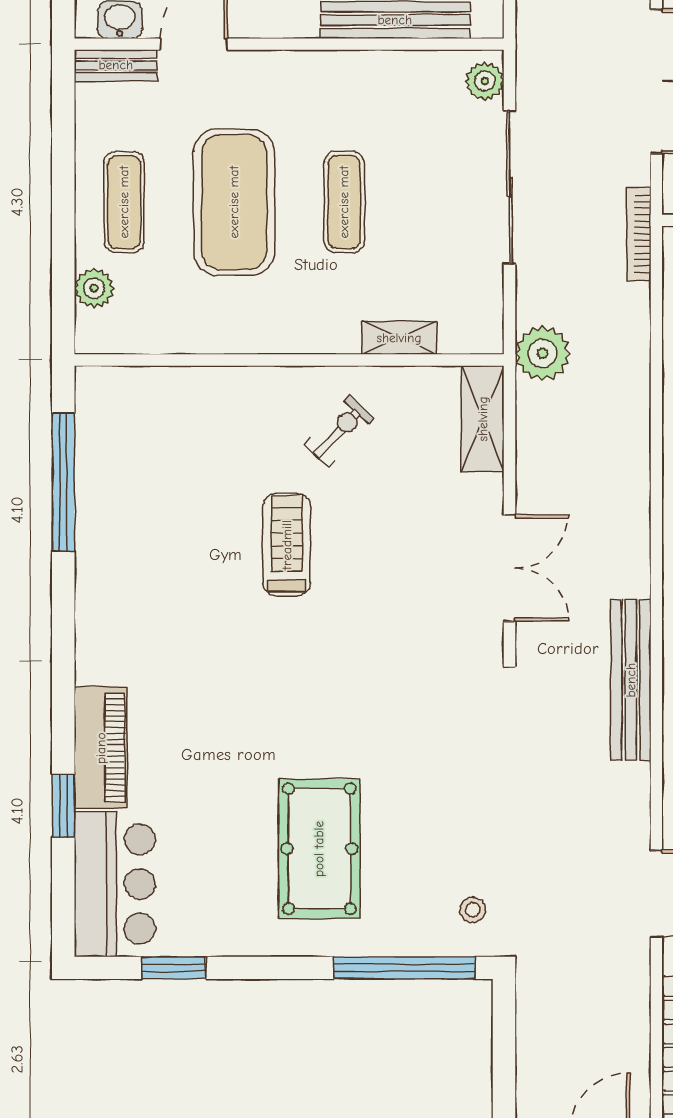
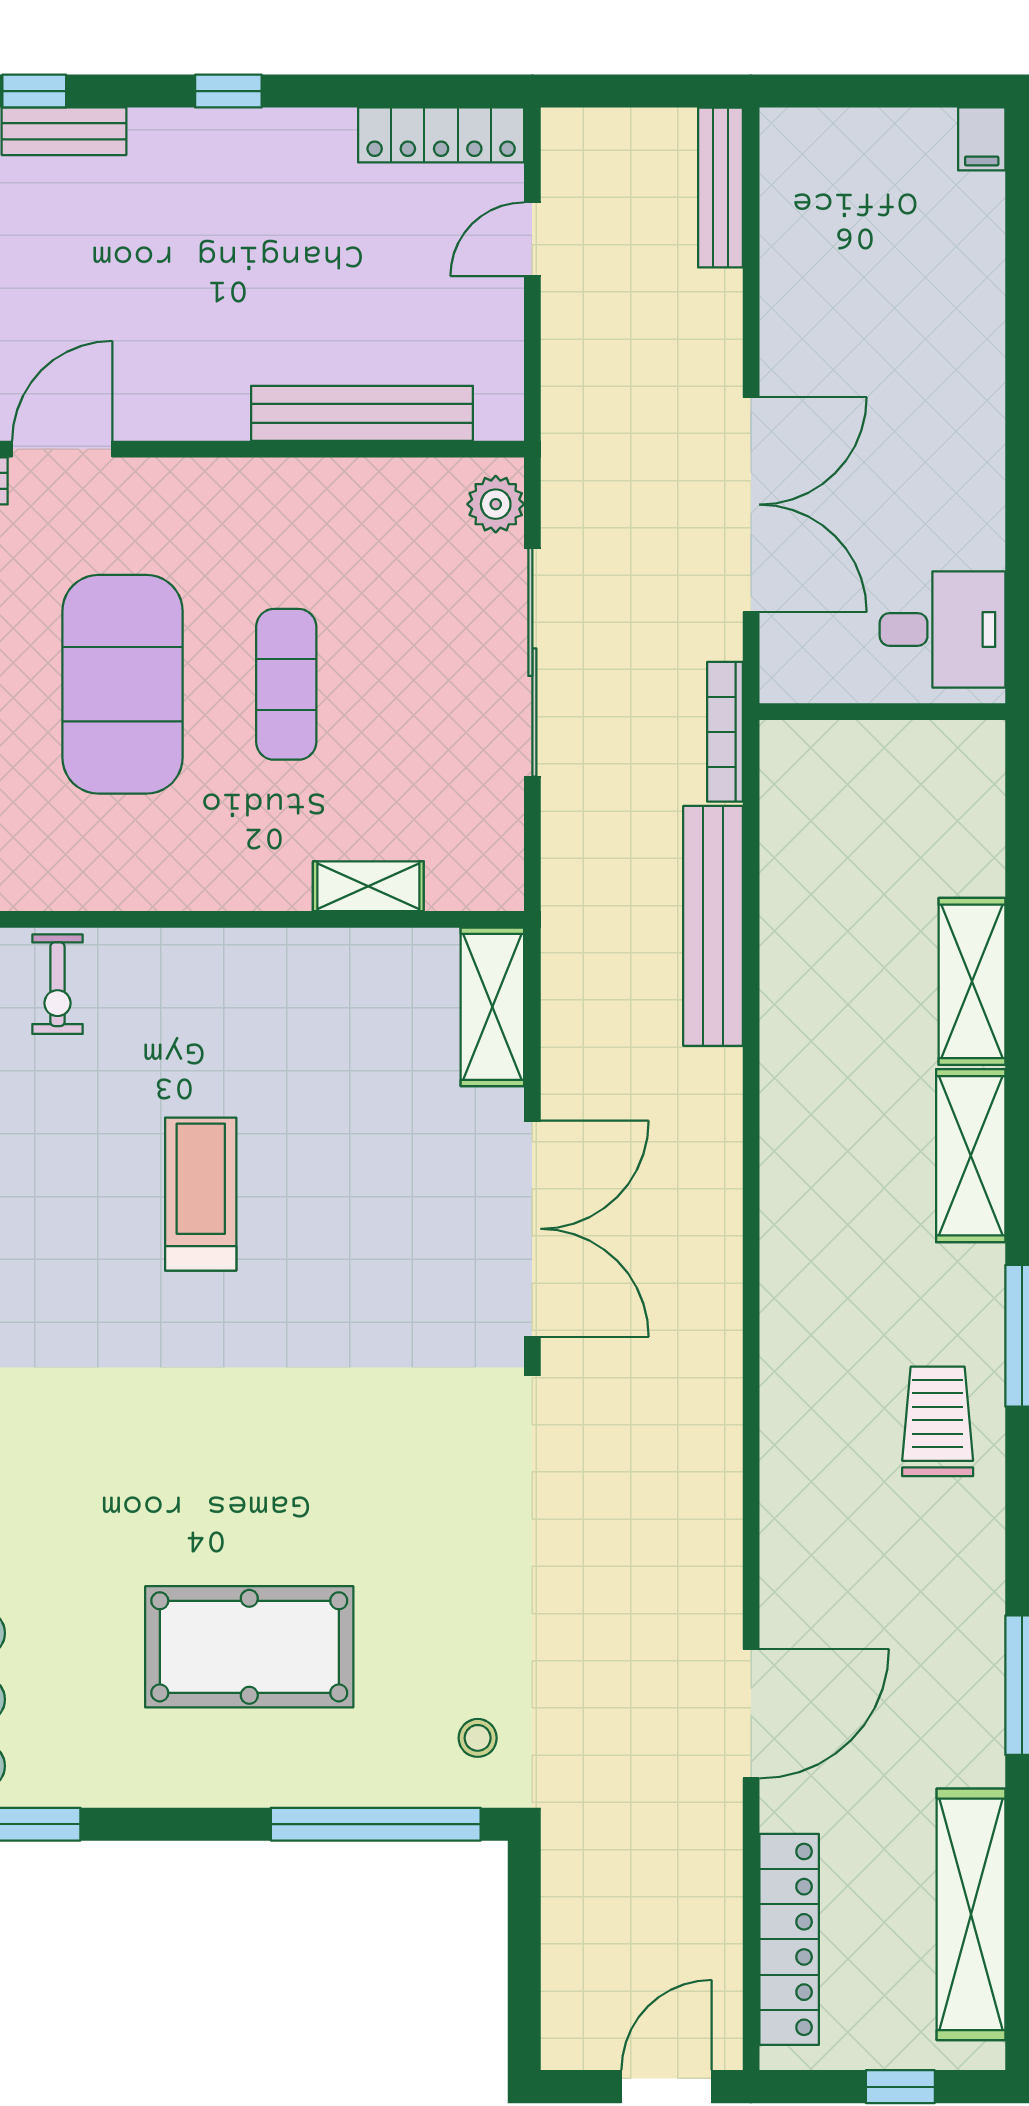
plant: (543, 353) -> (582, 909), removed
exercise bike: (339, 431) -> (57, 984), moved, turned 137
double door: (509, 568) -> (532, 1229), width x1.36
bench: (631, 680) -> (713, 926), moved
pool table: (319, 849) -> (249, 1647), turned 90

